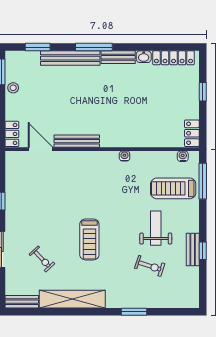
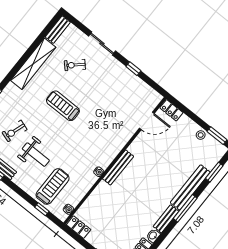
bench: (77, 141) -> (118, 167), moved
window: (203, 181) -> (42, 209), width x0.46

